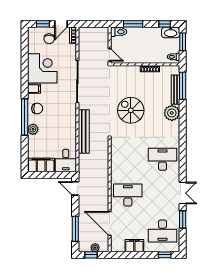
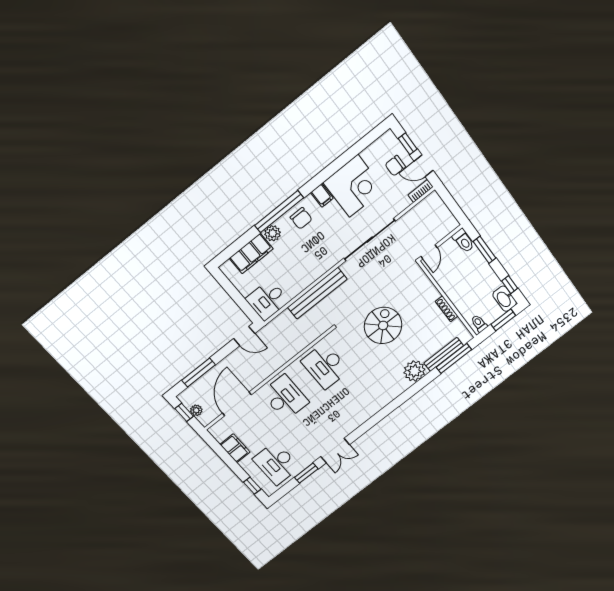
desk: (163, 159) -> (325, 366), moved, turned 180
filing cabinet: (41, 165) -> (251, 254), moved, turned 90
door: (75, 188) -> (244, 336), swing flipped

